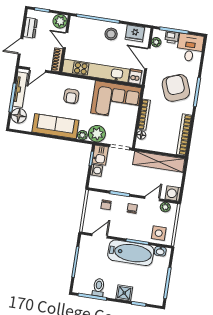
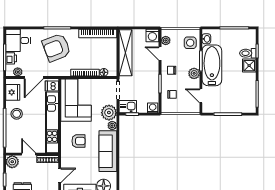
door: (66, 40) -> (29, 154), swing flipped
door: (37, 70) -> (60, 175), hinge flipped
washing machine: (96, 170) -> (153, 108), moved
plant: (125, 232) -> (194, 73), added
toilet: (99, 287) -> (248, 53), moved

